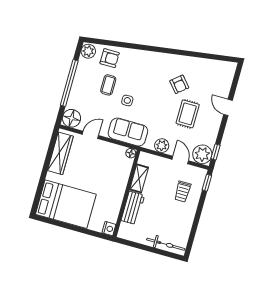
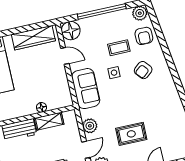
armchair: (179, 84) -> (143, 70), moved
floor lamp: (131, 153) -> (41, 107), moved

